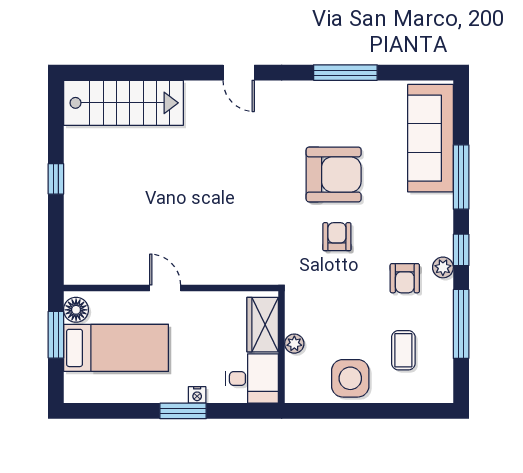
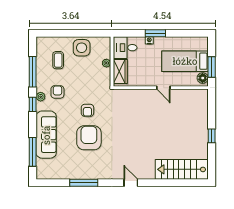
sofa: (431, 138) -> (46, 135), moved
armchair: (334, 174) -> (89, 138), turned 90
window: (461, 177) -> (33, 152), moved

